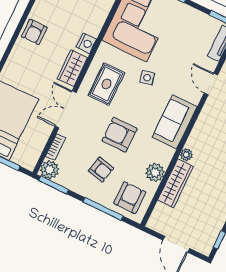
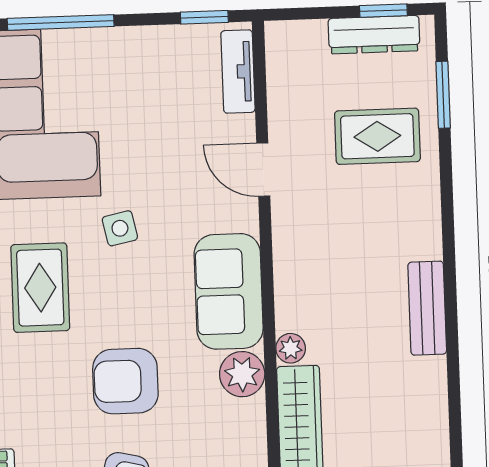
plant: (155, 172) -> (242, 374), moved

